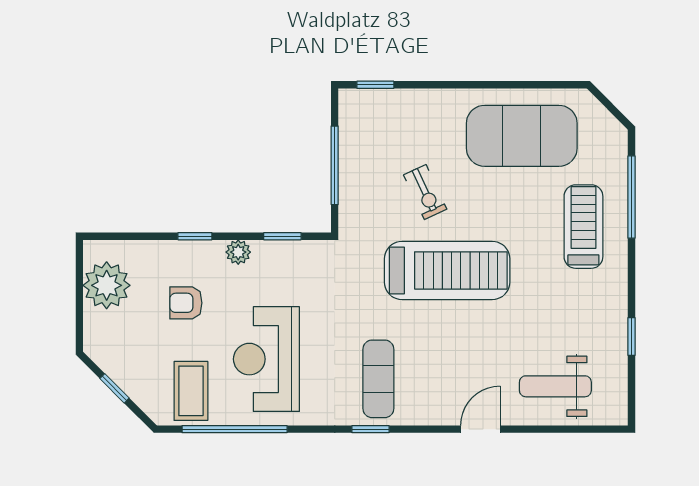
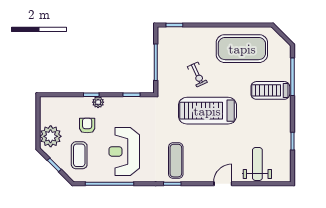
treadmill: (583, 227) -> (270, 90), turned -90
plant: (238, 252) -> (98, 102), moved
treadmill: (447, 270) -> (207, 111), turned 180
plant: (107, 285) -> (51, 136), moved
armchair: (186, 303) -> (87, 126), turned 90
weight bench: (555, 386) -> (257, 164), turned 90
coffee table: (191, 391) -> (79, 155), moved

